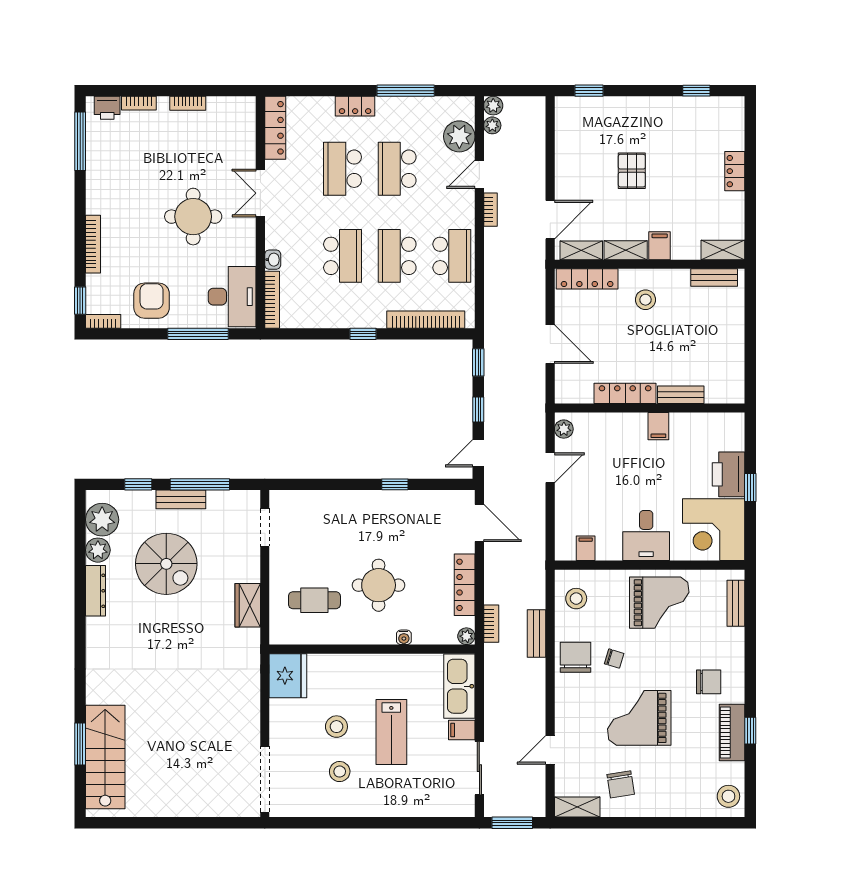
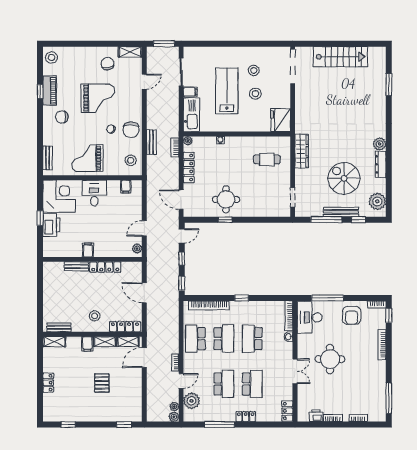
printer: (107, 108) -> (316, 416), moved
locker: (275, 128) -> (287, 411), width x0.66
bench: (181, 499) -> (341, 212), width x1.36
plant: (98, 550) -> (380, 144), moved
round table: (379, 585) -> (226, 199), moved
wardrobe: (248, 605) -> (302, 151), width x1.50
lab bench: (391, 732) -> (227, 91), width x1.36, depth x1.39
stairs: (105, 757) -> (340, 57), moved, turned -90

